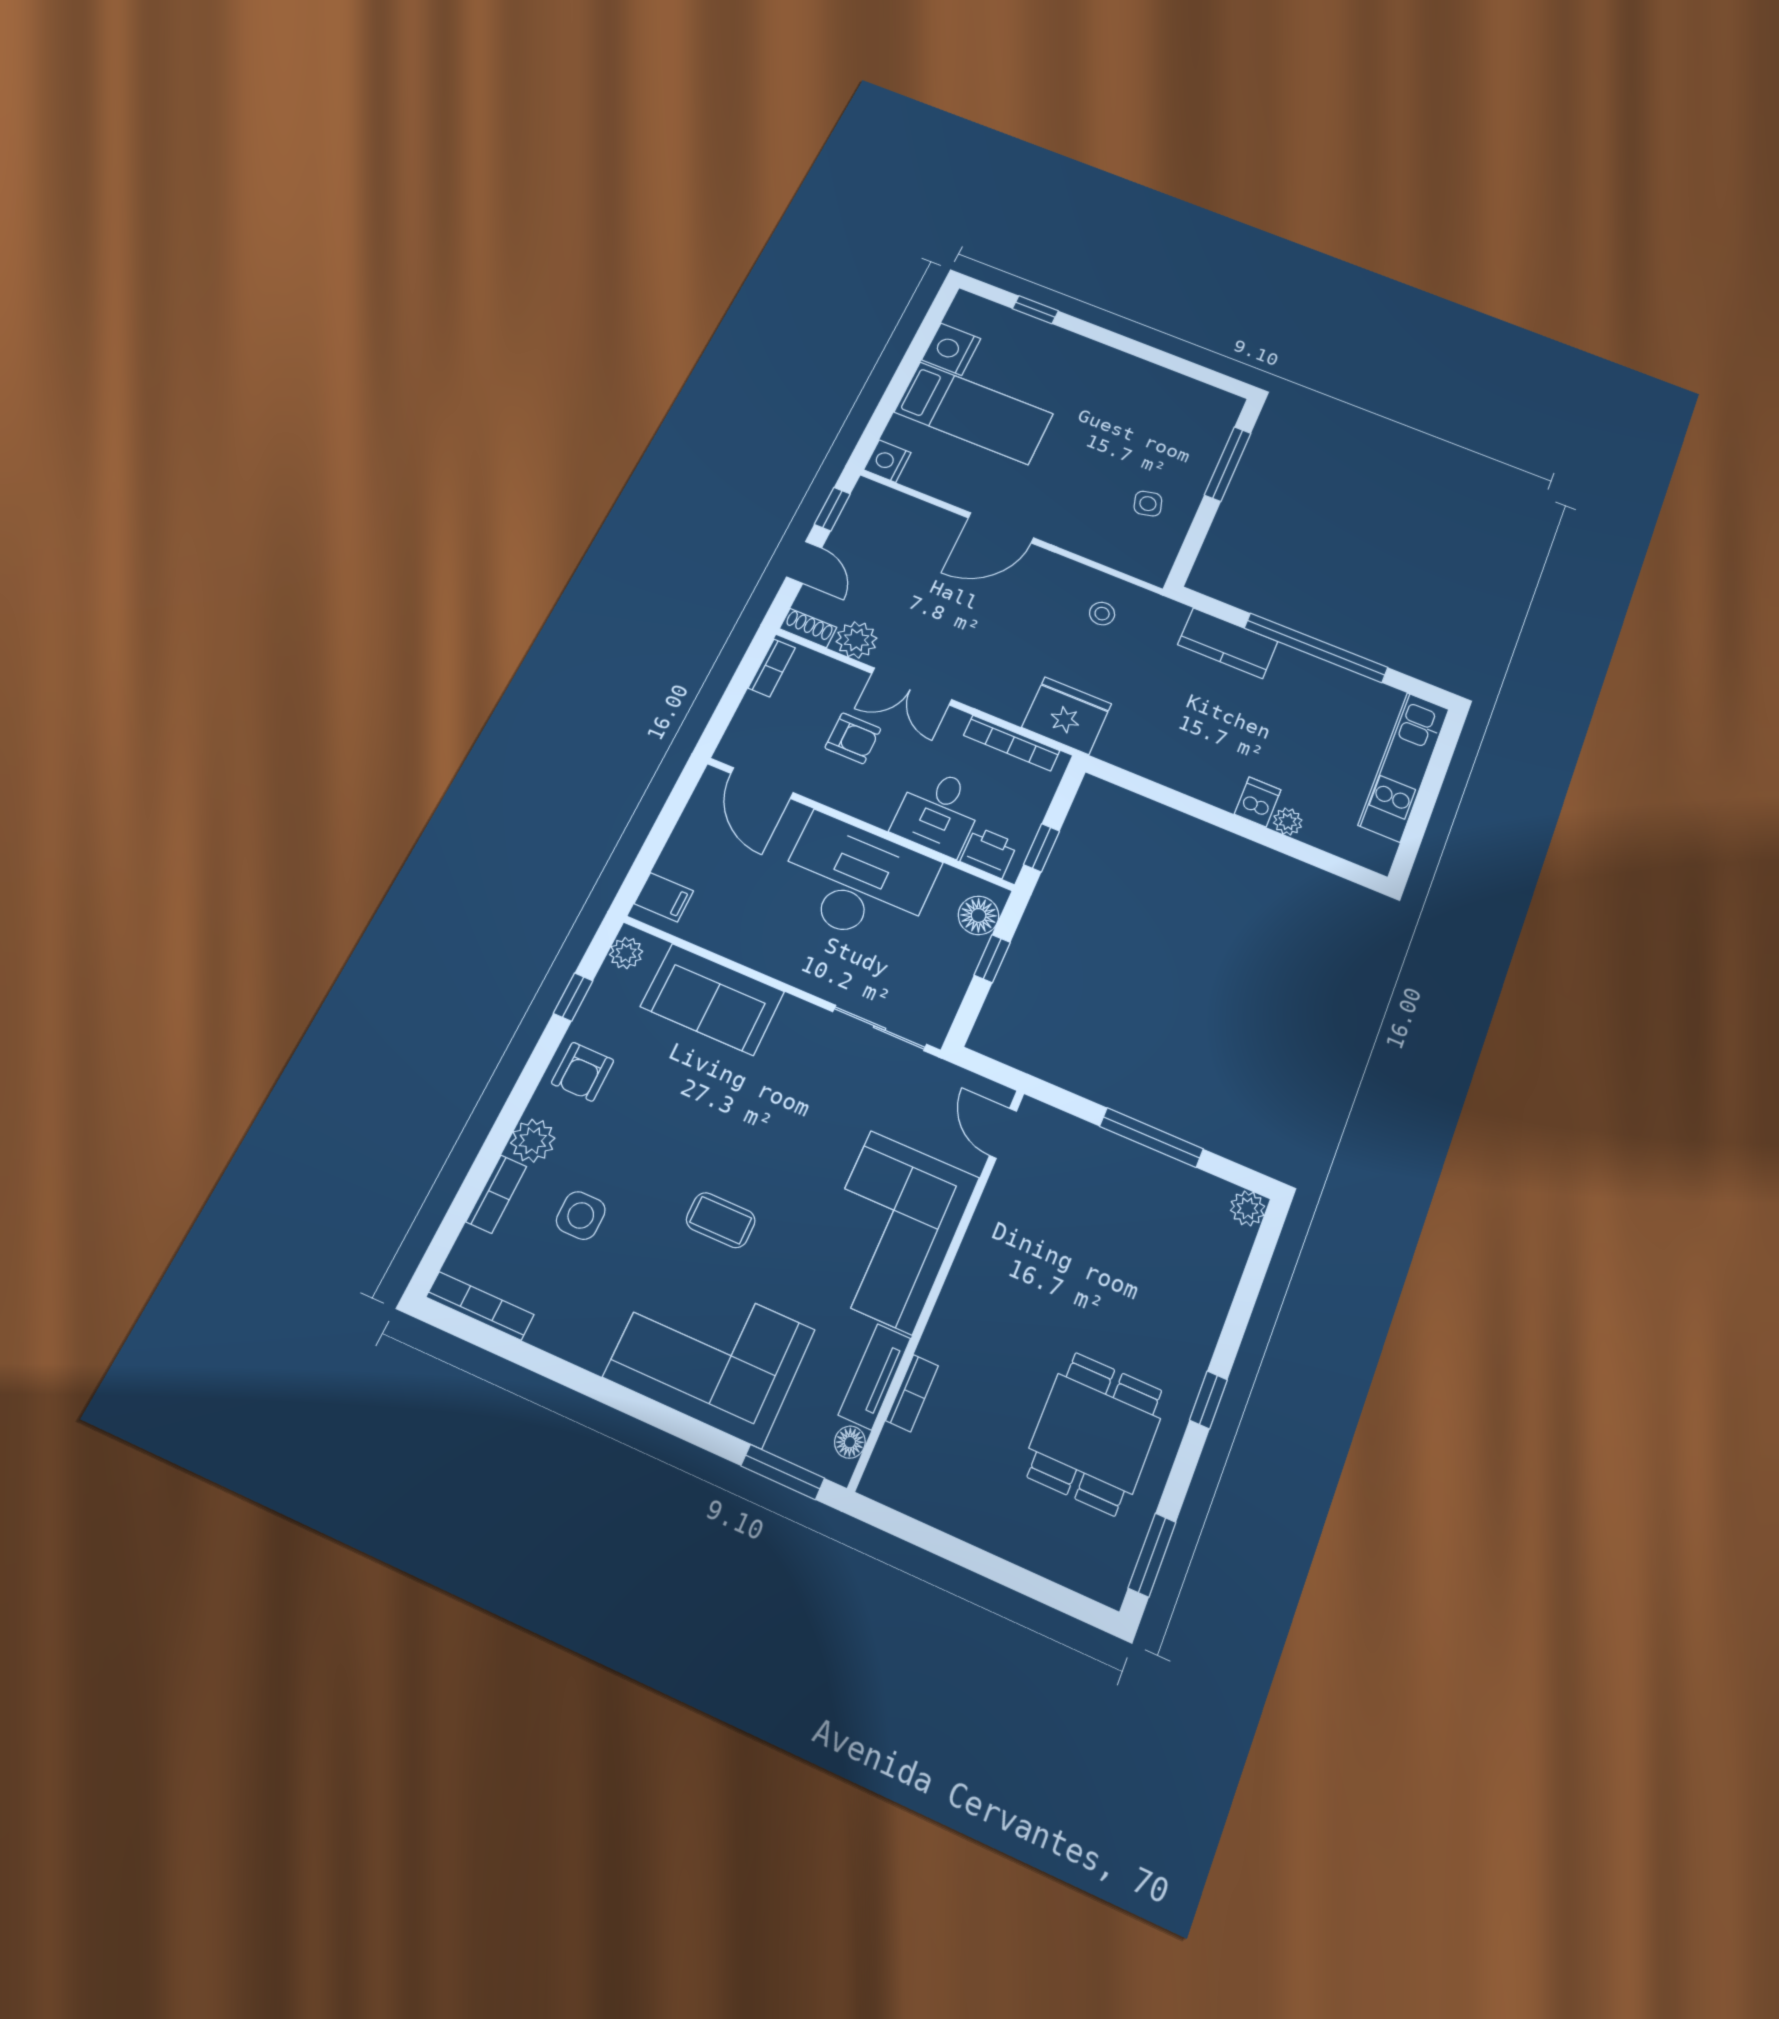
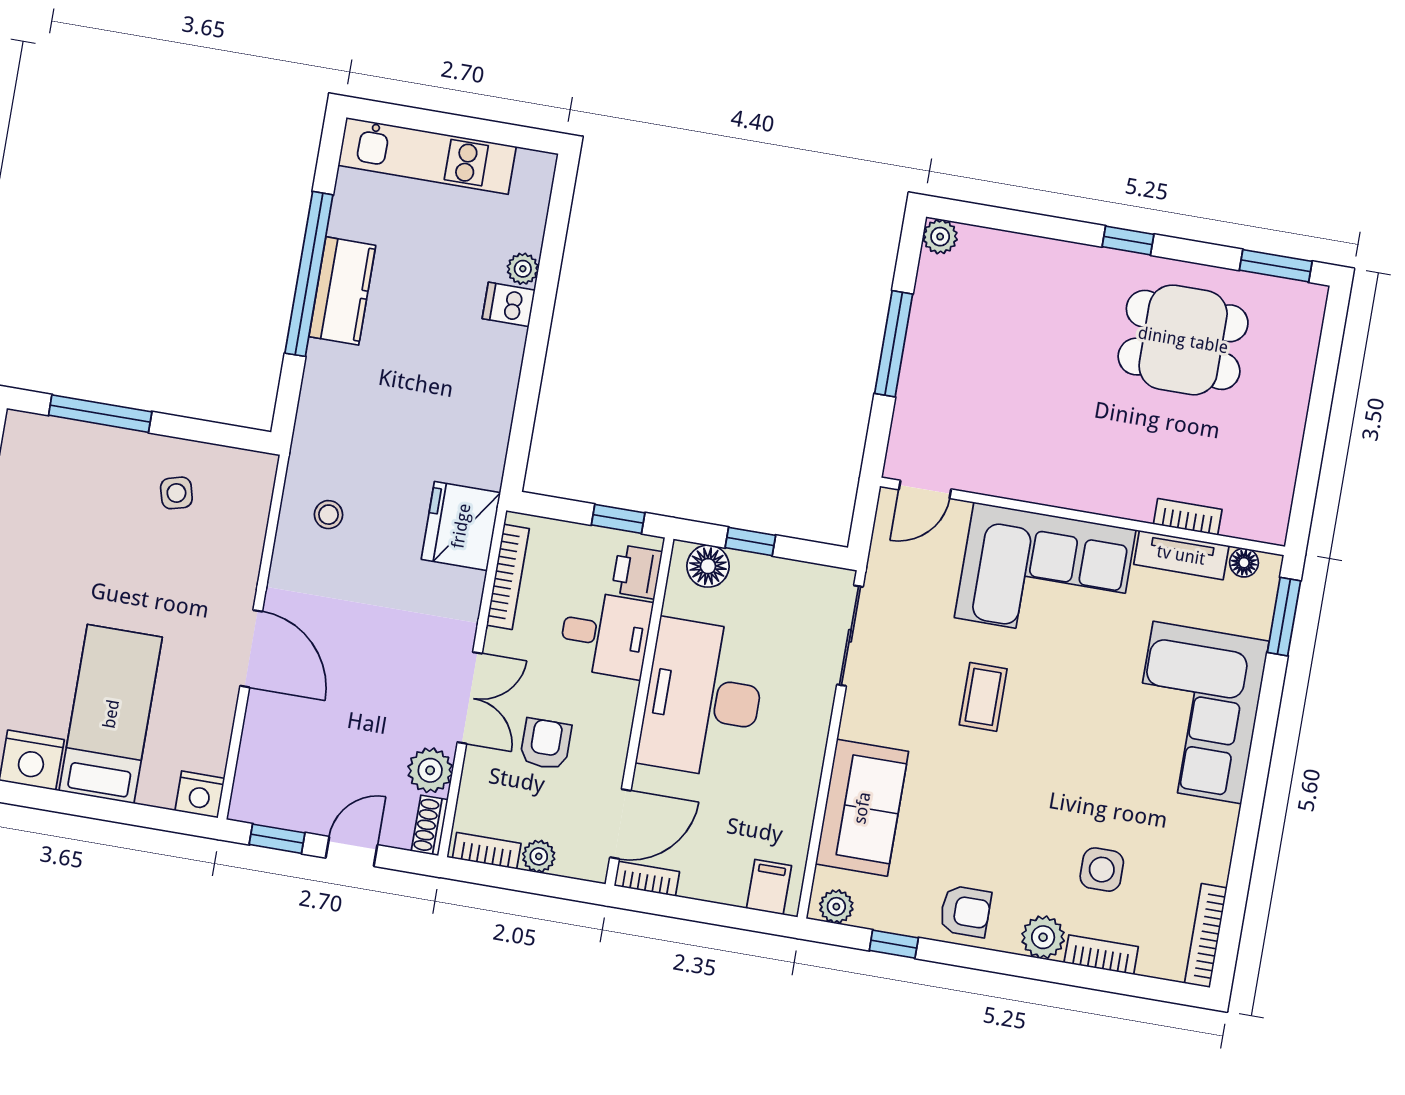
kitchen counter: (1228, 643) -> (342, 291), moved
plant: (754, 709) -> (539, 856), added
bookcase: (705, 793) -> (647, 879), added
coffee table: (721, 1220) -> (983, 697), moved

